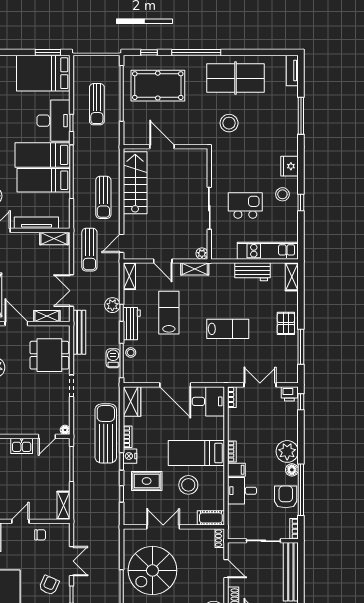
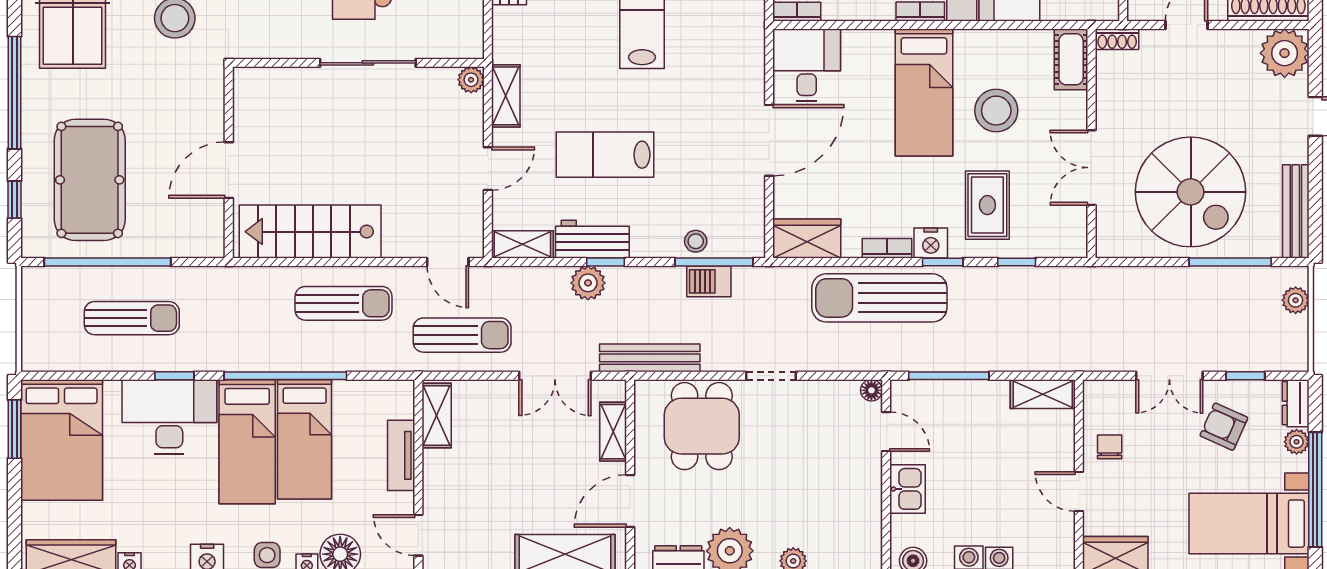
tv unit: (36, 223) -> (401, 455), width x0.71
workbench: (132, 324) -> (592, 239), moved
double door: (71, 561) -> (1169, 376), swing flipped

